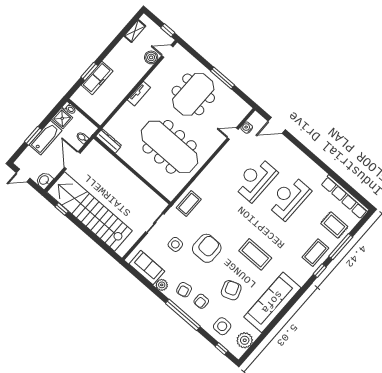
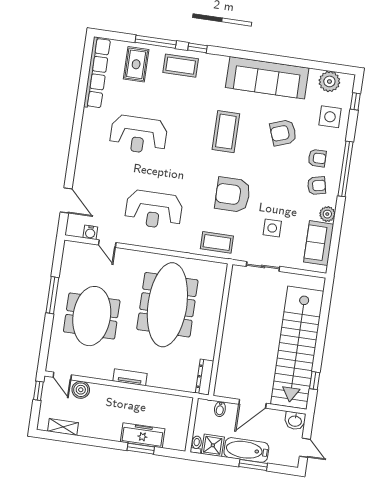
meeting table: (193, 94) -> (92, 316), turned 90
reception desk: (255, 180) -> (154, 210), moved
armchair: (207, 248) -> (233, 195), moved

